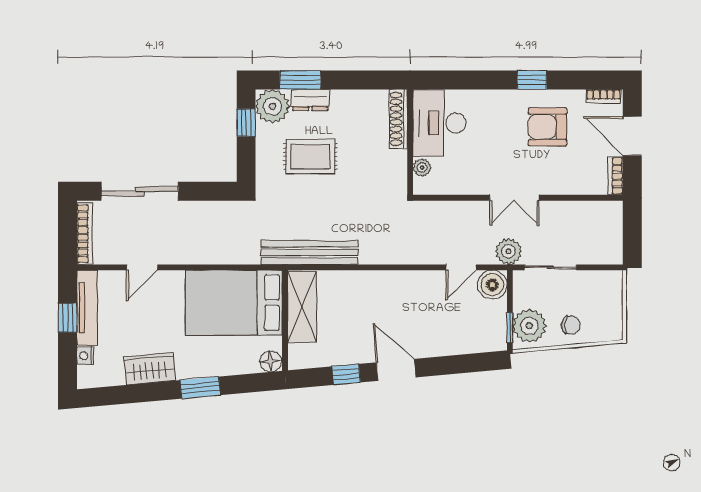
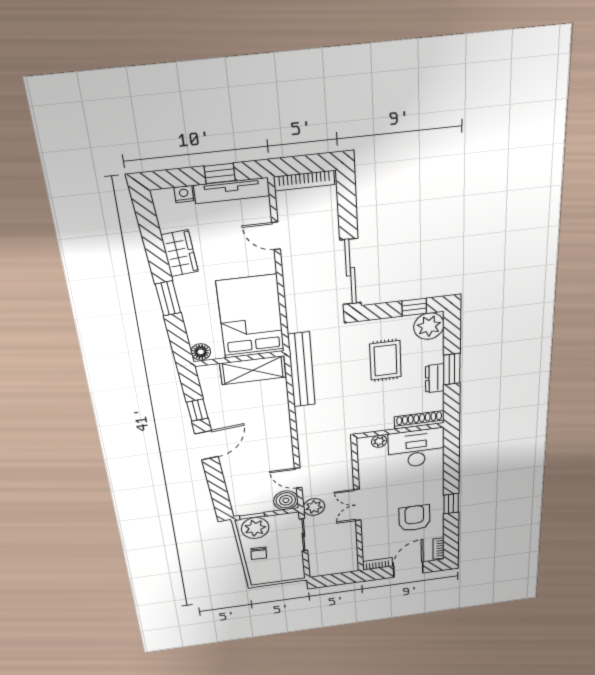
window: (300, 80) -> (452, 369), moved
dresser: (310, 100) -> (435, 378), moved
sliding door: (140, 191) -> (350, 272), moved

